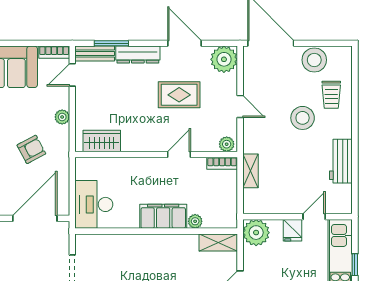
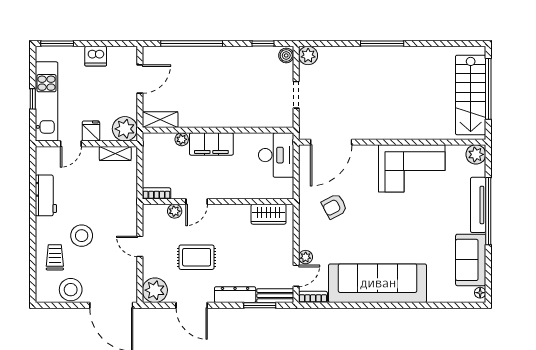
plant: (62, 117) -> (306, 257), moved
plant: (227, 144) -> (175, 211), moved
shelving: (250, 171) -> (115, 153), moved, turned 90

